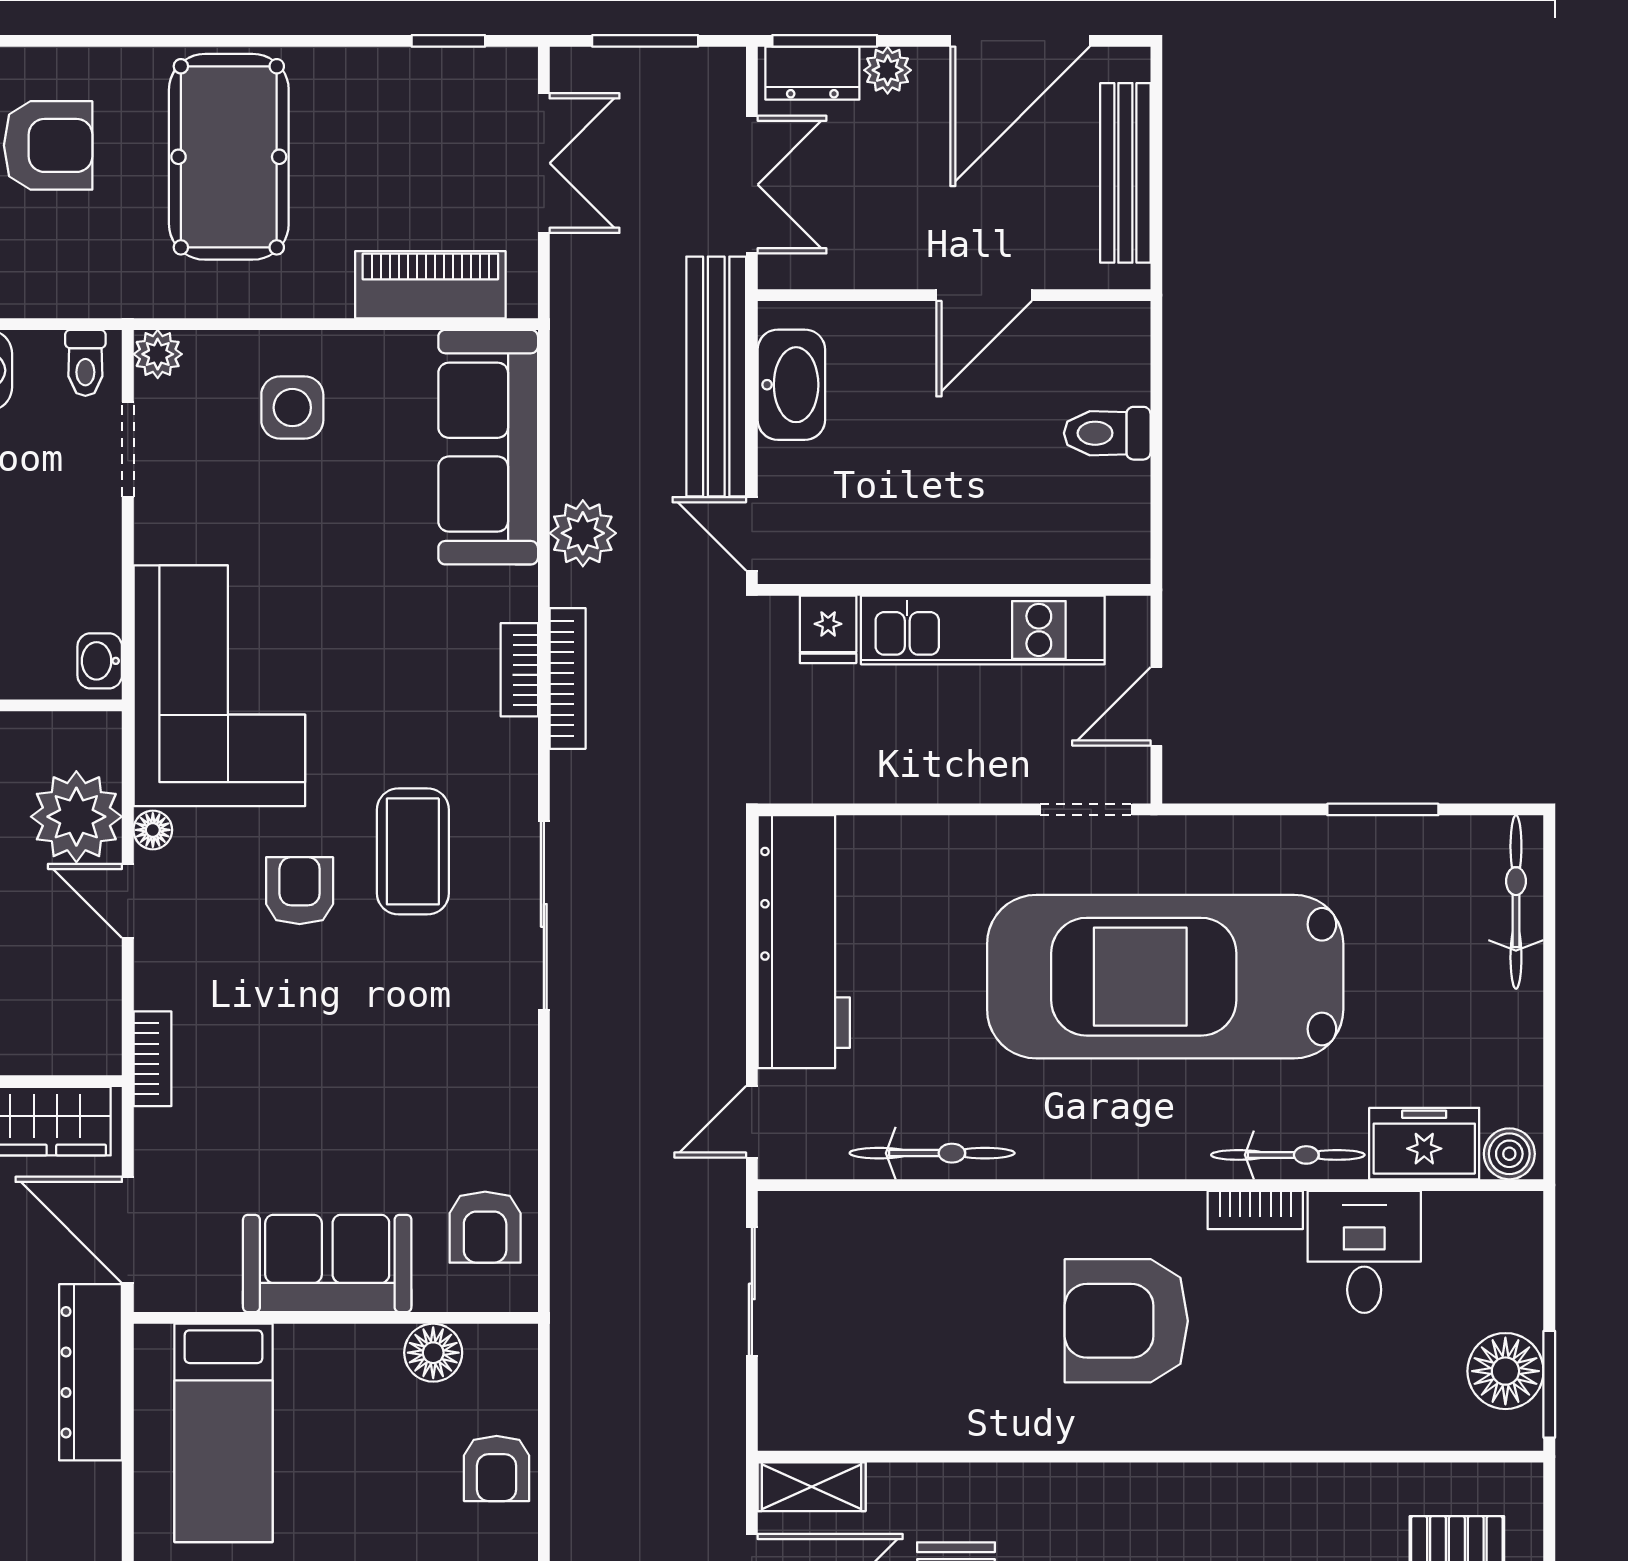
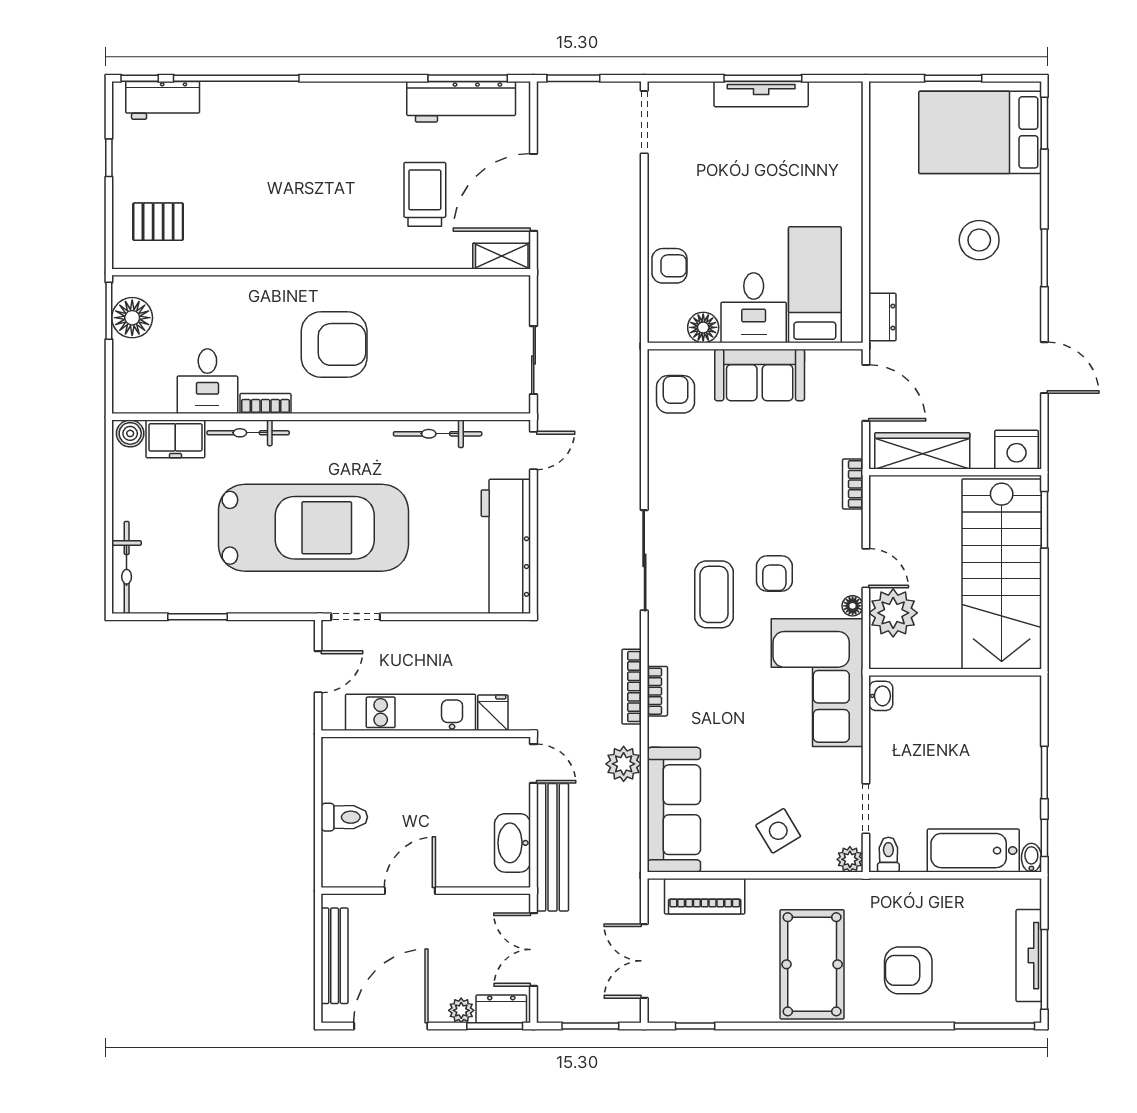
side table: (292, 408) -> (778, 831), turned -31
dresser: (91, 1372) -> (882, 317), width x0.51, depth x0.80
desk: (338, 1390) -> (754, 308), added
armchair: (497, 1468) -> (669, 266), turned 90

